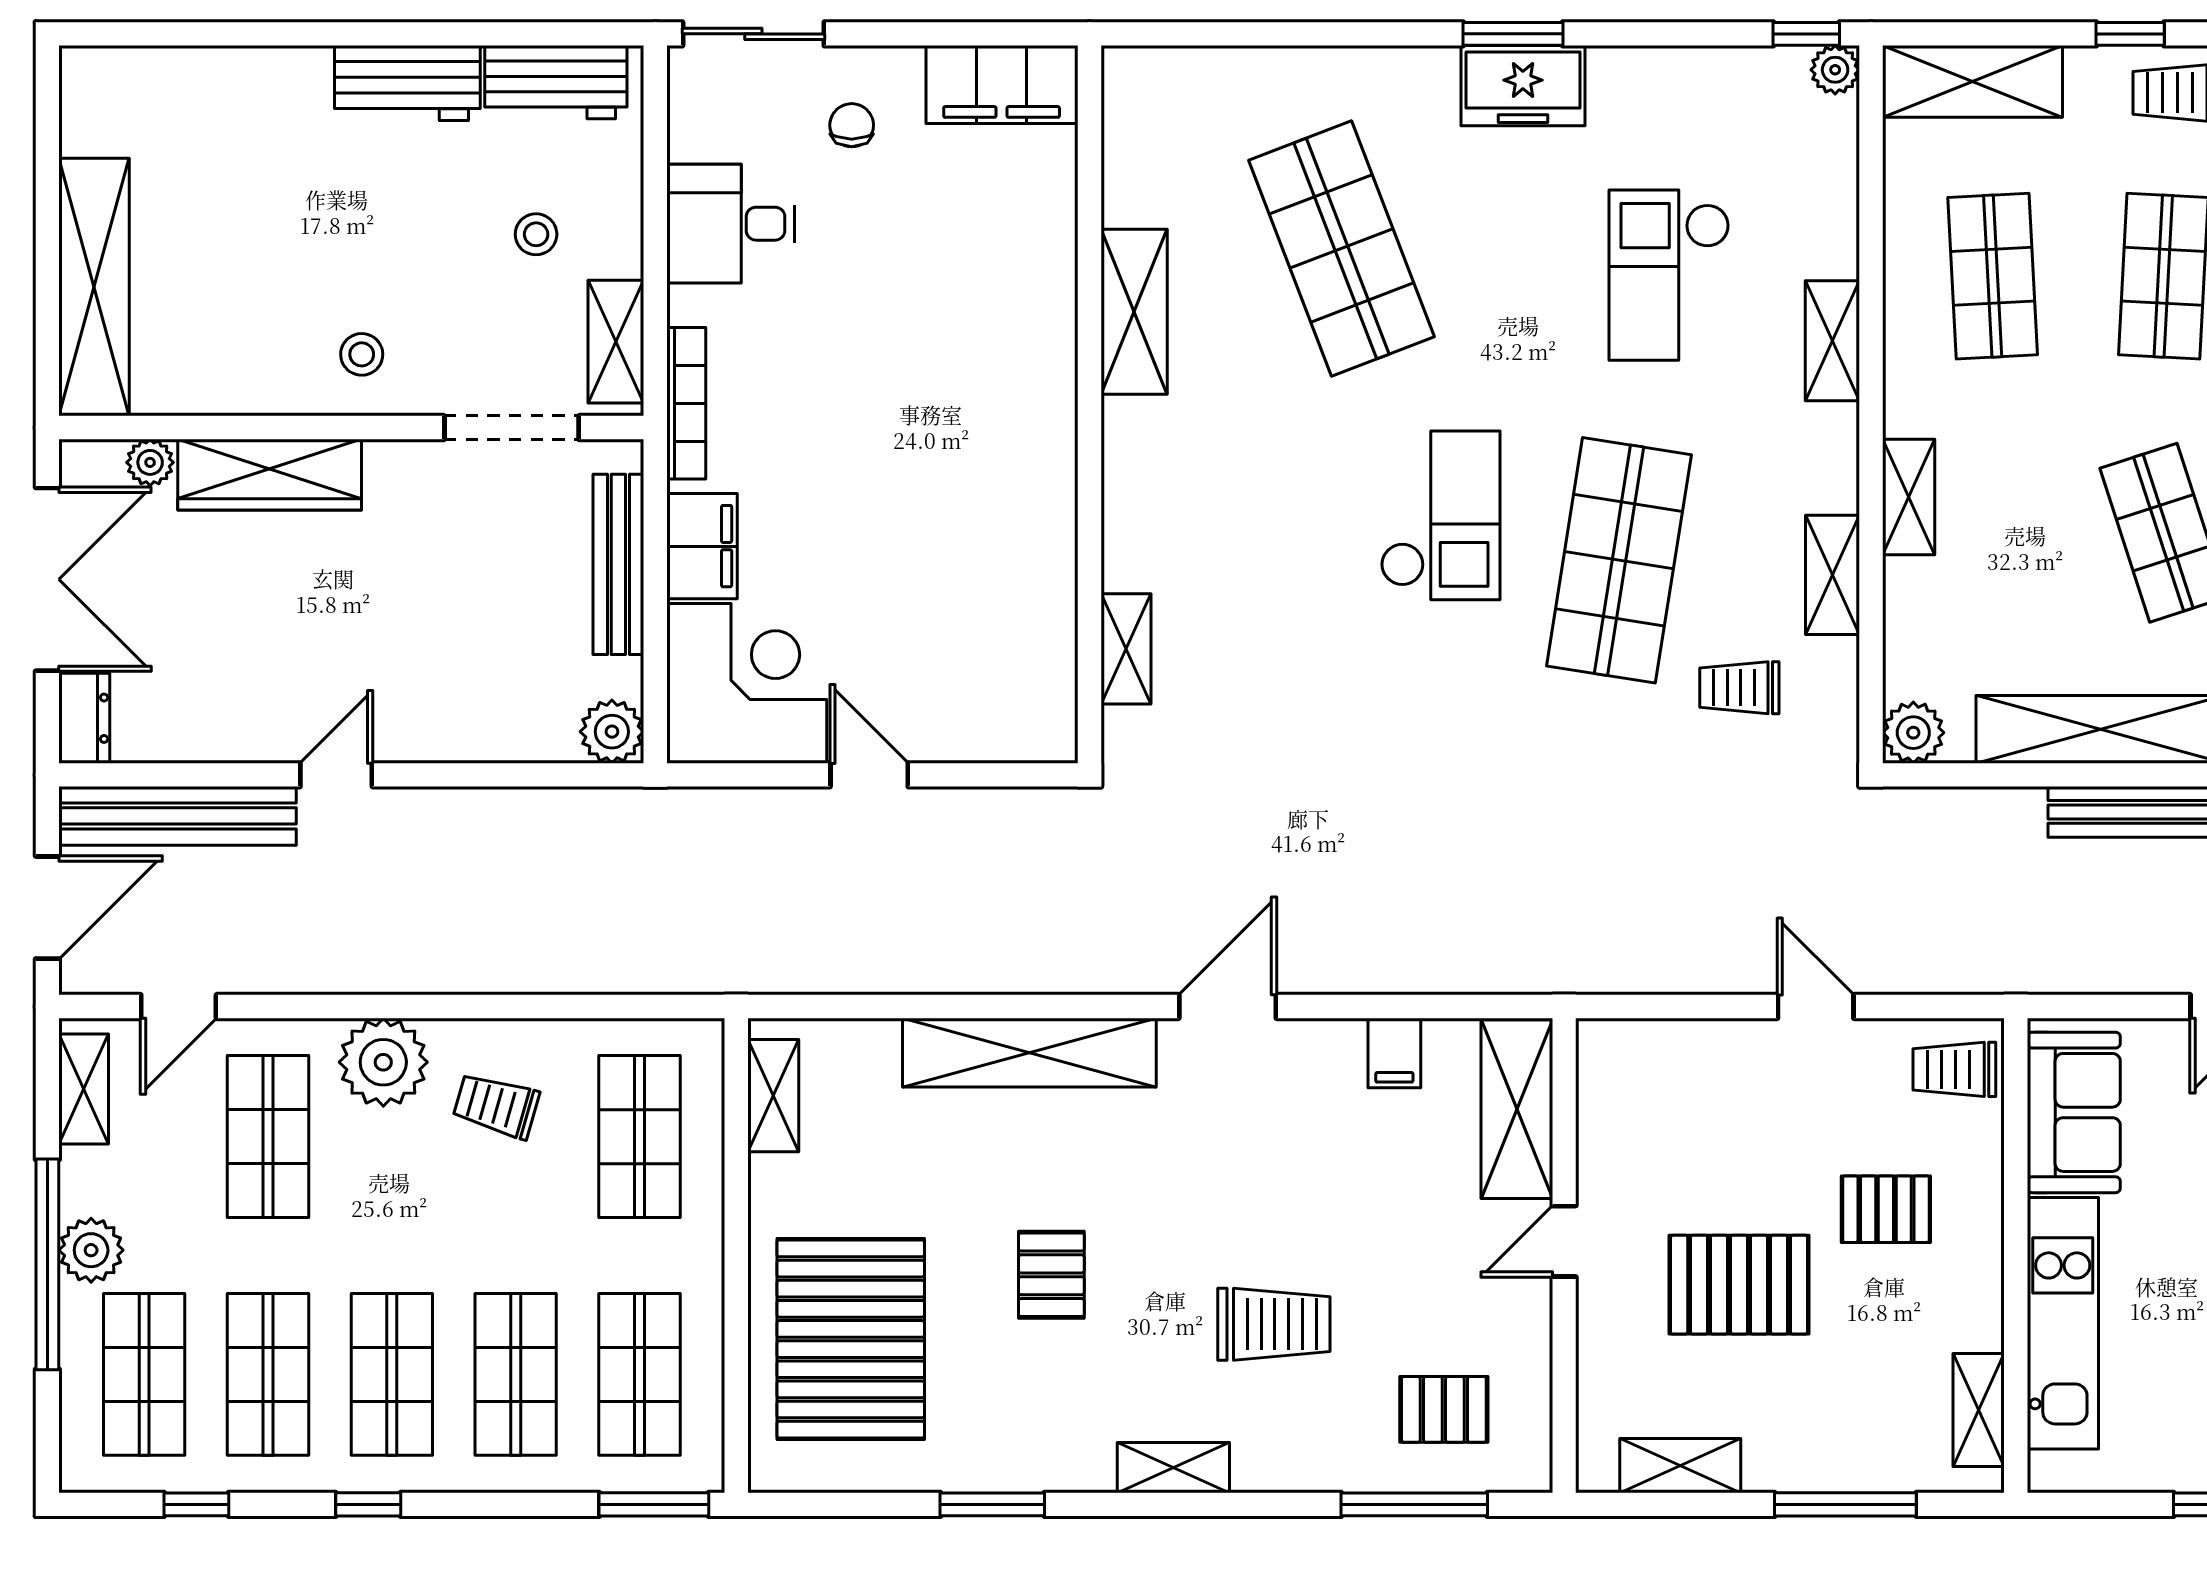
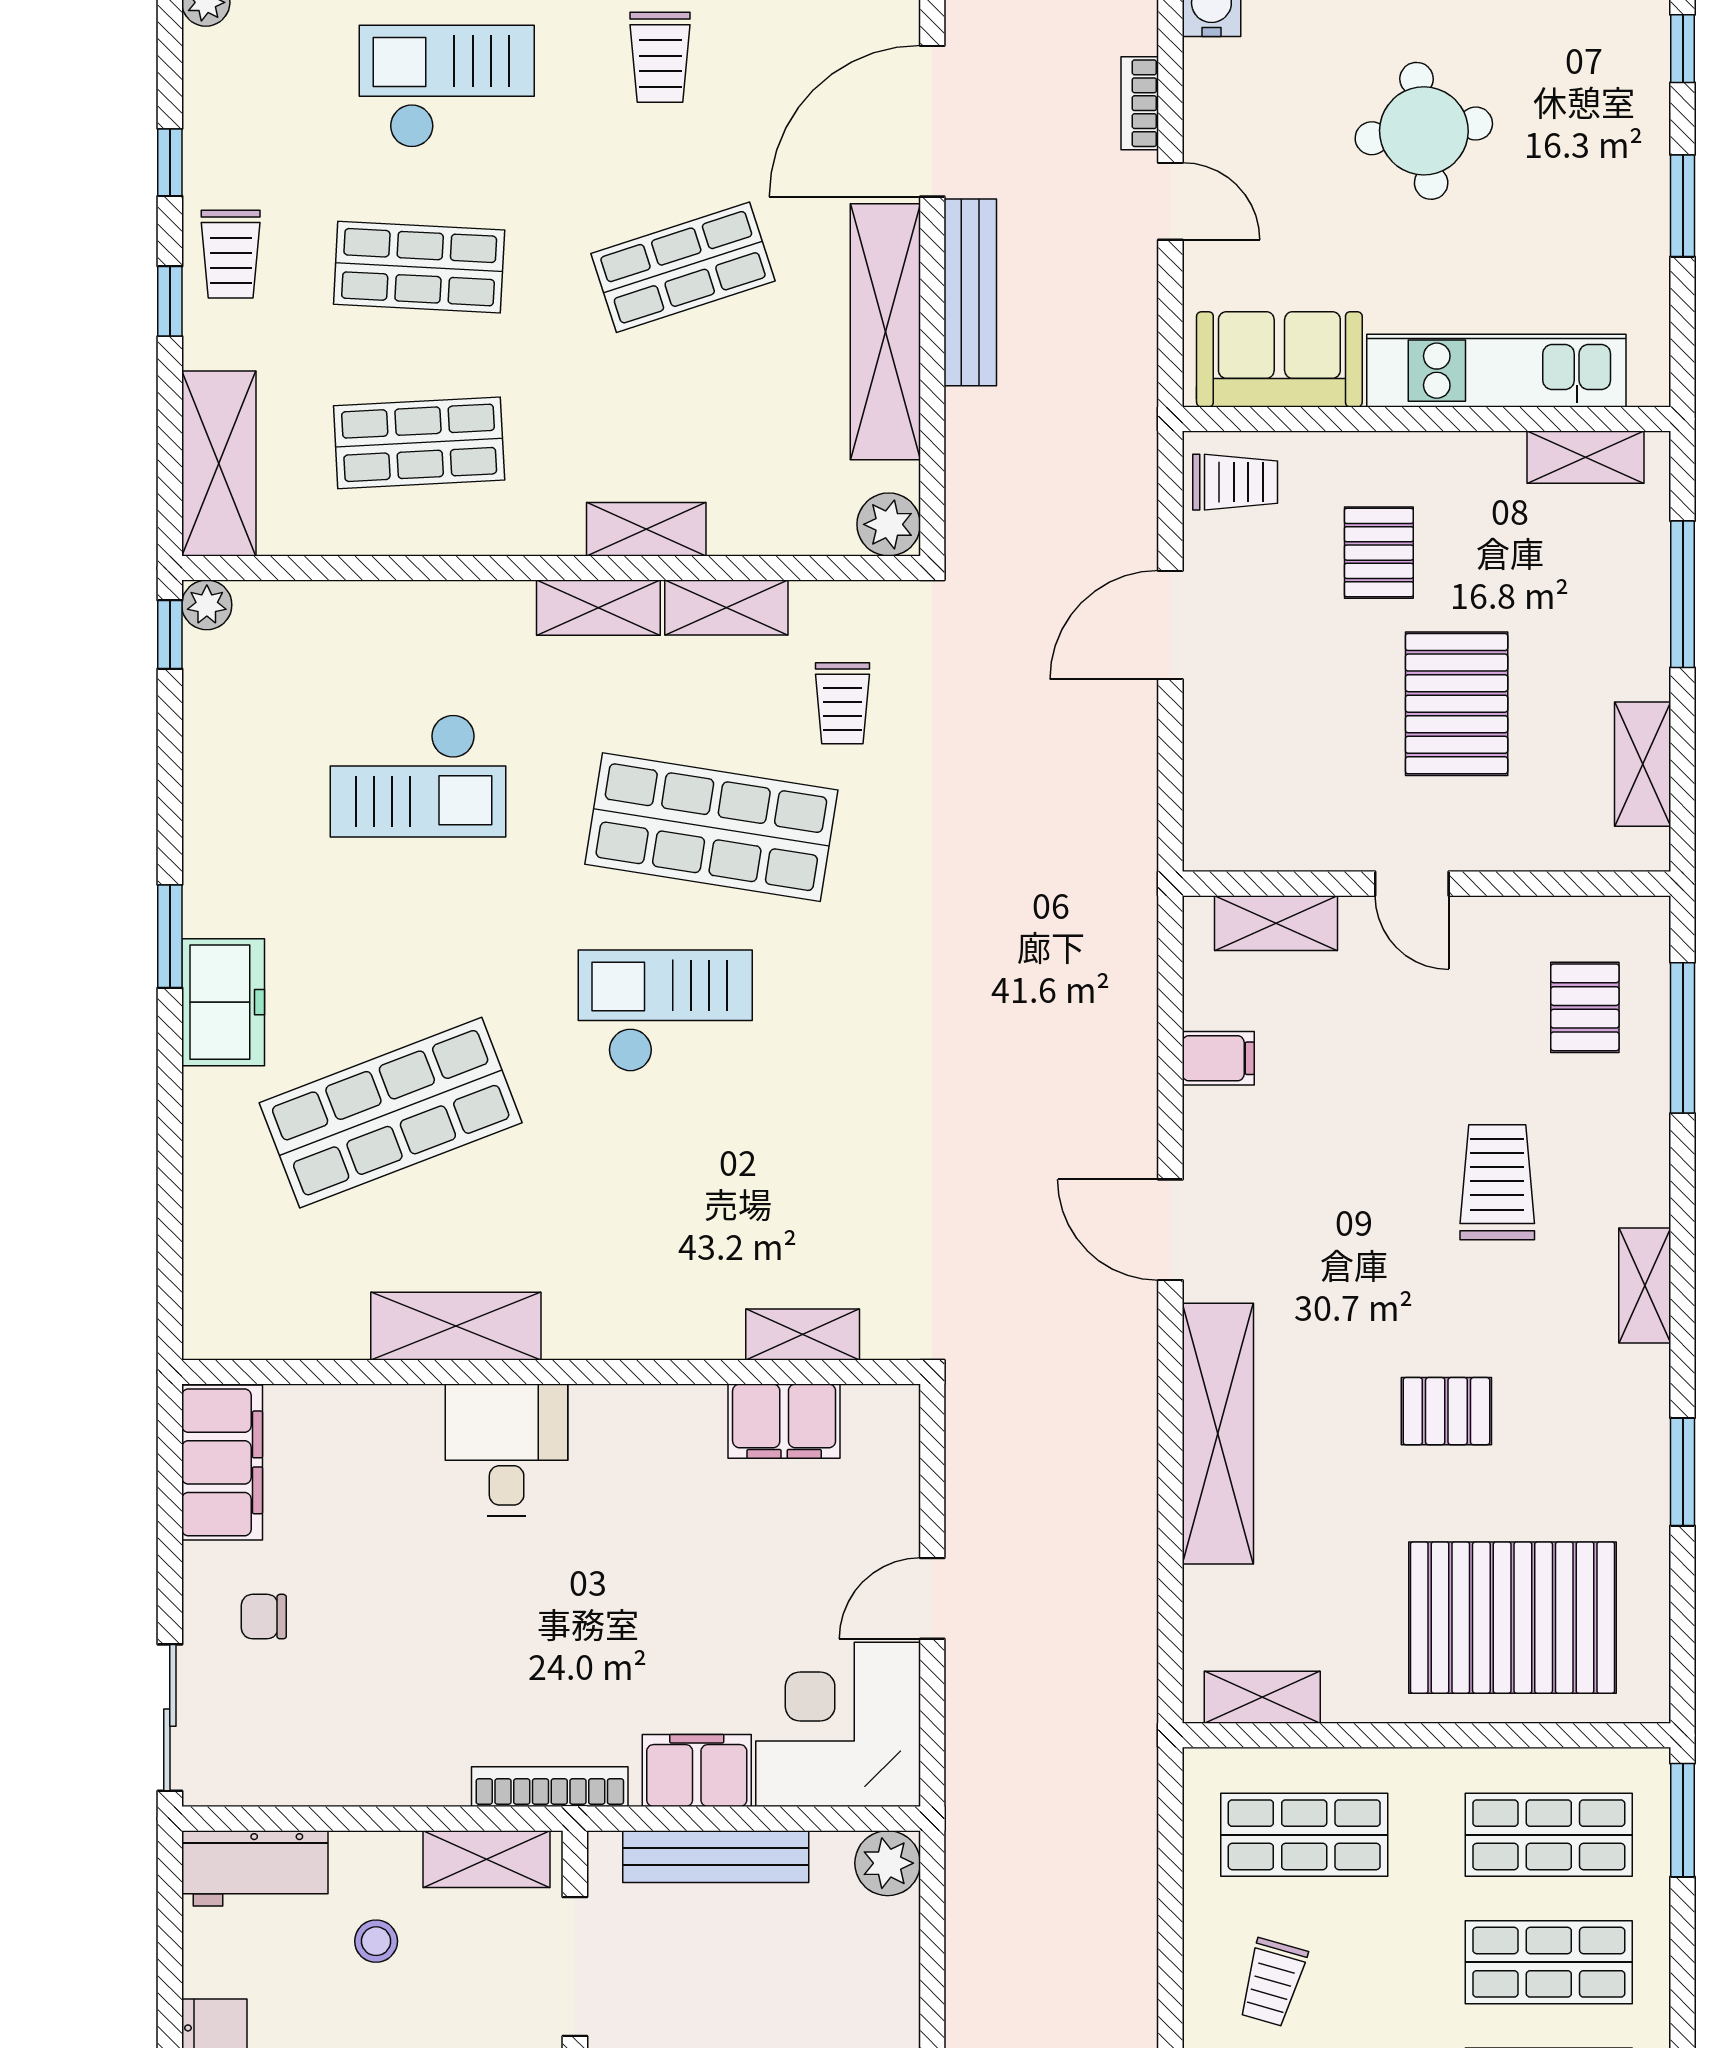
workbench: (556, 82) -> (255, 1868), moved, turned 90
freezer: (1523, 86) -> (223, 1002), moved
desk: (731, 224) -> (507, 1450), moved, turned 180
shelving: (1832, 341) -> (598, 608), moved
filing cabinet: (1042, 631) -> (784, 1421), added
door: (1816, 1006) -> (1170, 625), width x1.37
trolley: (1954, 1069) -> (1235, 482), turned -90
shelving: (1517, 1109) -> (1276, 923), width x0.67, depth x0.75

